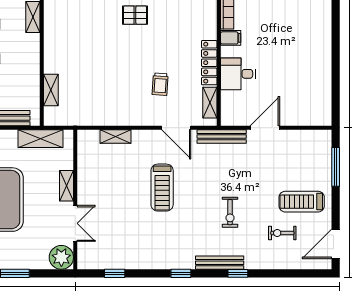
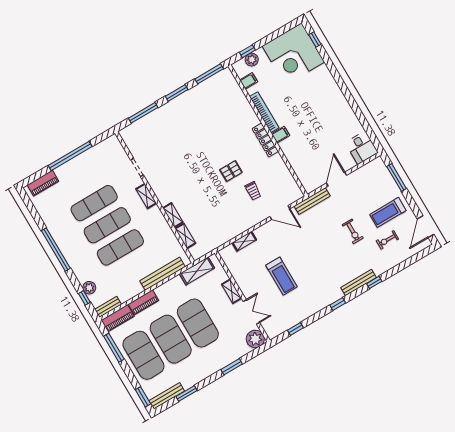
pallet: (135, 15) -> (231, 171), moved
locker: (209, 63) -> (265, 140), moved
desk: (238, 74) -> (362, 148), moved, turned -90
shelving: (210, 103) -> (173, 215), moved
treadmill: (162, 188) -> (282, 276), moved
exercise bike: (230, 212) -> (353, 231), moved

